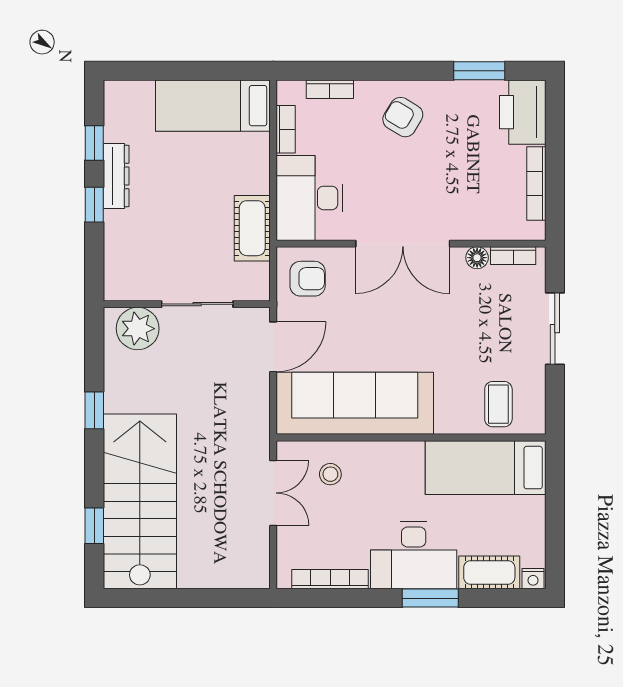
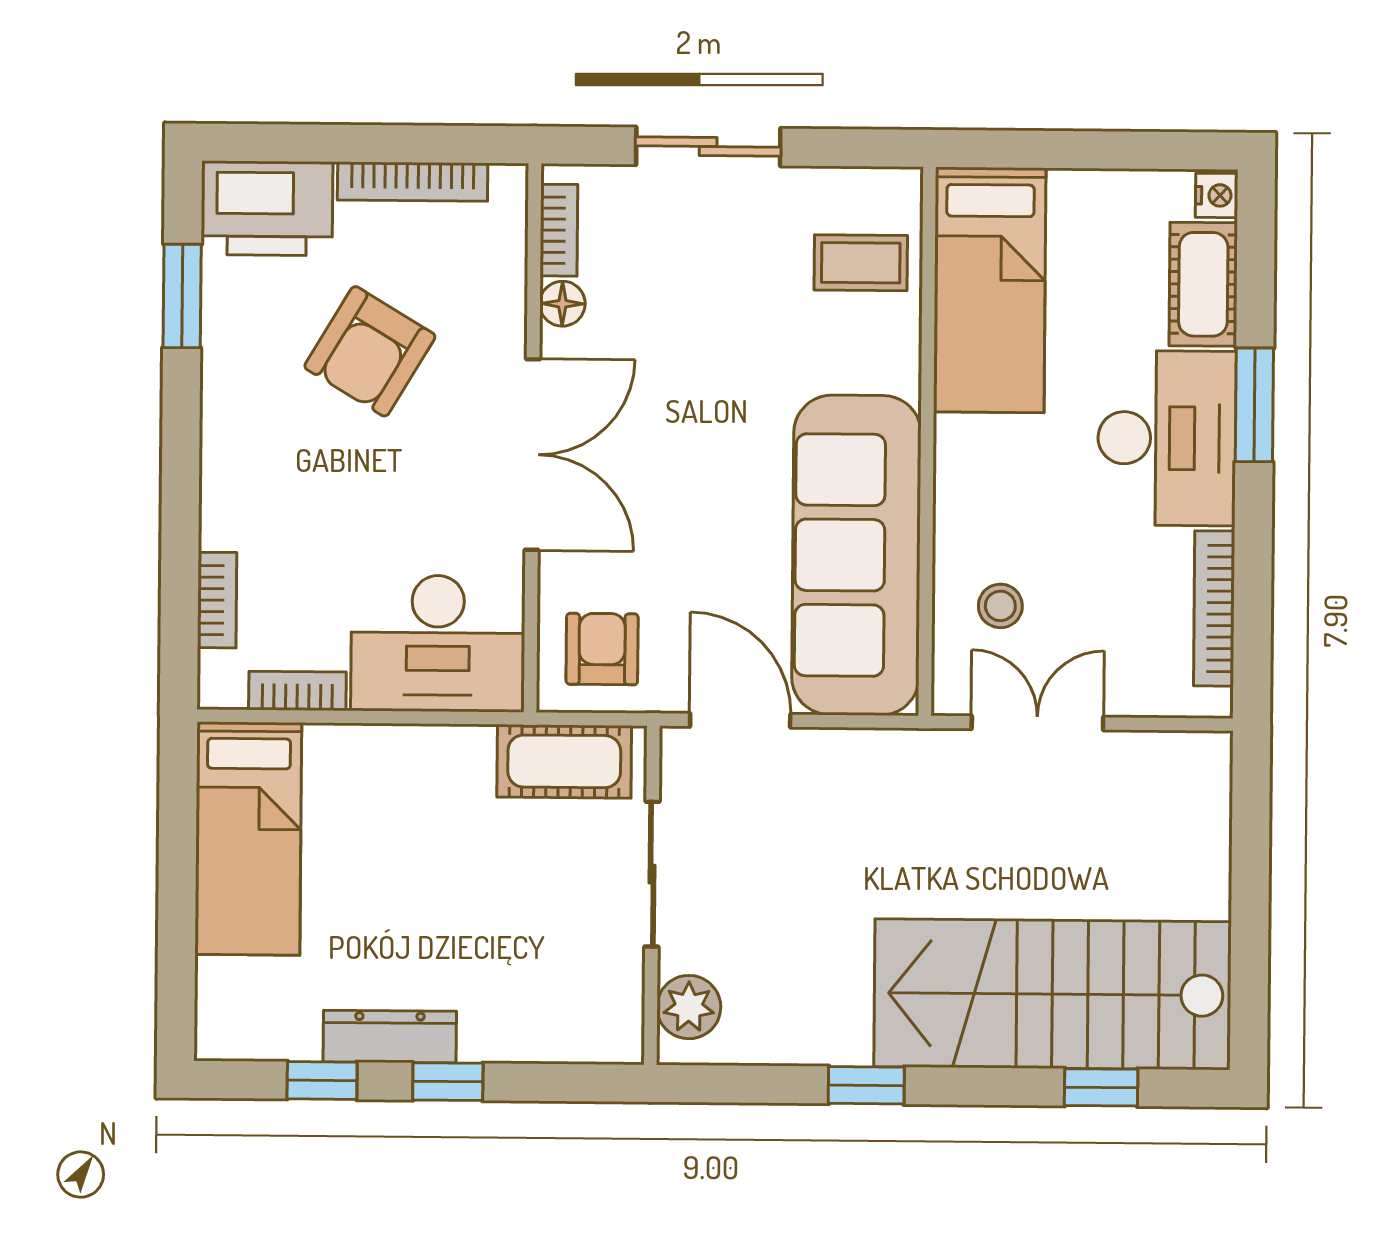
armchair: (403, 117) -> (370, 351), moved, width x1.38, depth x1.38
cot: (252, 228) -> (564, 761), moved
plant: (138, 329) -> (689, 1007), width x0.73, depth x0.73

